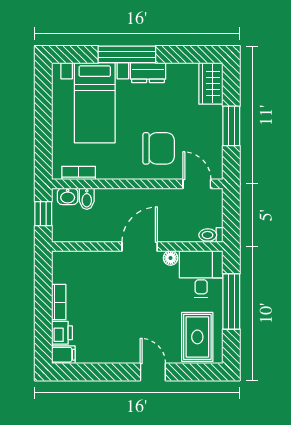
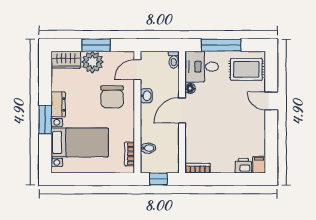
window: (127, 54) -> (45, 120), width x0.69
plant: (208, 121) -> (93, 62), added
chair: (159, 148) -> (112, 97), turned 180
washbasin: (68, 196) -> (146, 96), moved
door: (140, 247) -> (182, 110), hinge flipped
bookcase: (59, 302) -> (198, 168), moved
door: (153, 372) -> (271, 101), hinge flipped

